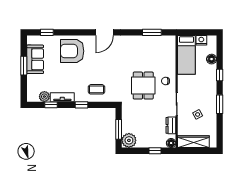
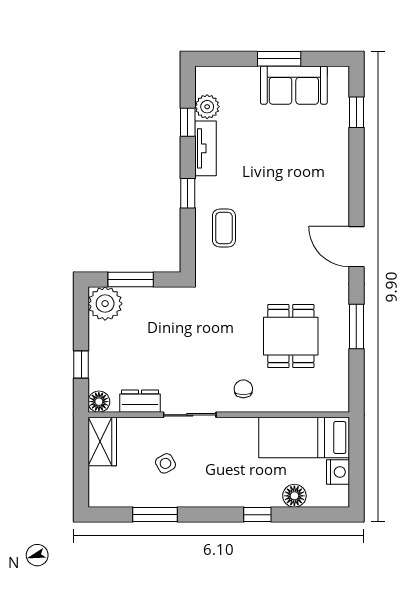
window: (152, 32) -> (356, 326), moved
armchair: (72, 51) -> (313, 171), removed
dining table: (143, 86) -> (291, 336), moved, turned 90
window: (220, 104) -> (155, 515), moved
wardrobe: (193, 142) -> (102, 442), width x0.67

